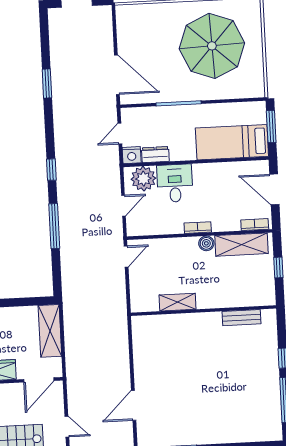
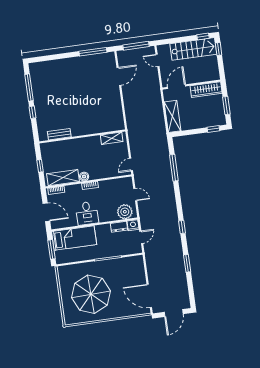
door: (117, 75) -> (149, 296), moved
window: (51, 170) -> (182, 227), moved
desk: (175, 183) -> (87, 213), moved
door: (124, 206) -> (135, 195), swing flipped
window: (54, 226) -> (174, 168), moved
shelving: (177, 302) -> (112, 138), moved

